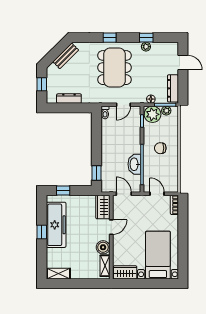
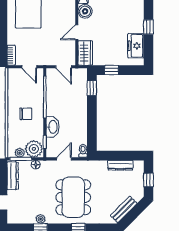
washbasin: (134, 164) -> (53, 127), moved
window: (63, 191) -> (112, 70), moved
freezer: (56, 225) -> (136, 46), width x0.52, depth x0.79

